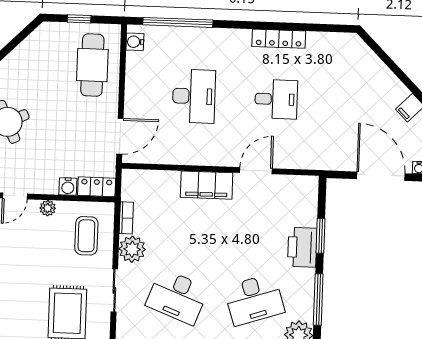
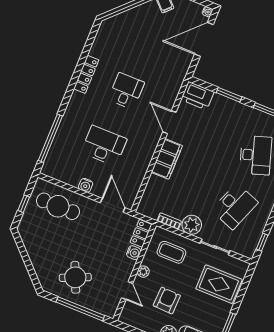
water cooler: (135, 42) -> (86, 185), moved
printer: (302, 247) -> (198, 96), moved
armchair: (21, 253) -> (167, 300), added

